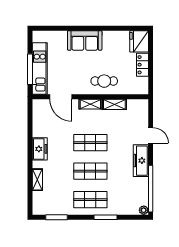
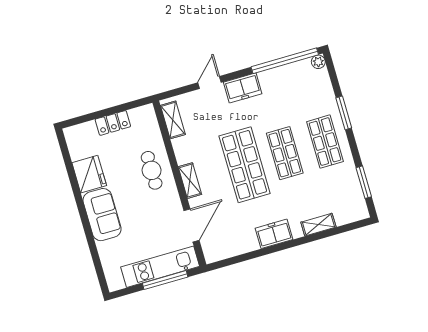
fridge: (139, 41) -> (89, 174), moved, turned -90
shelving: (114, 104) -> (173, 120), moved
shop shelf: (90, 143) -> (245, 165), width x1.43, depth x1.36
freezer: (141, 161) -> (243, 88), width x0.71

